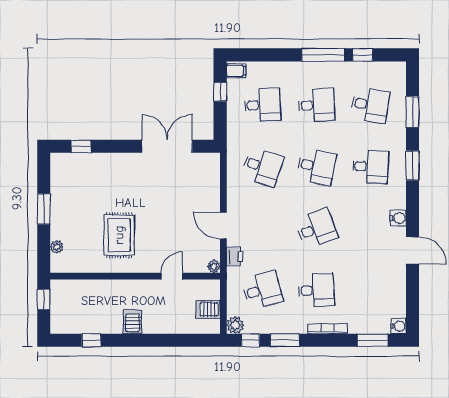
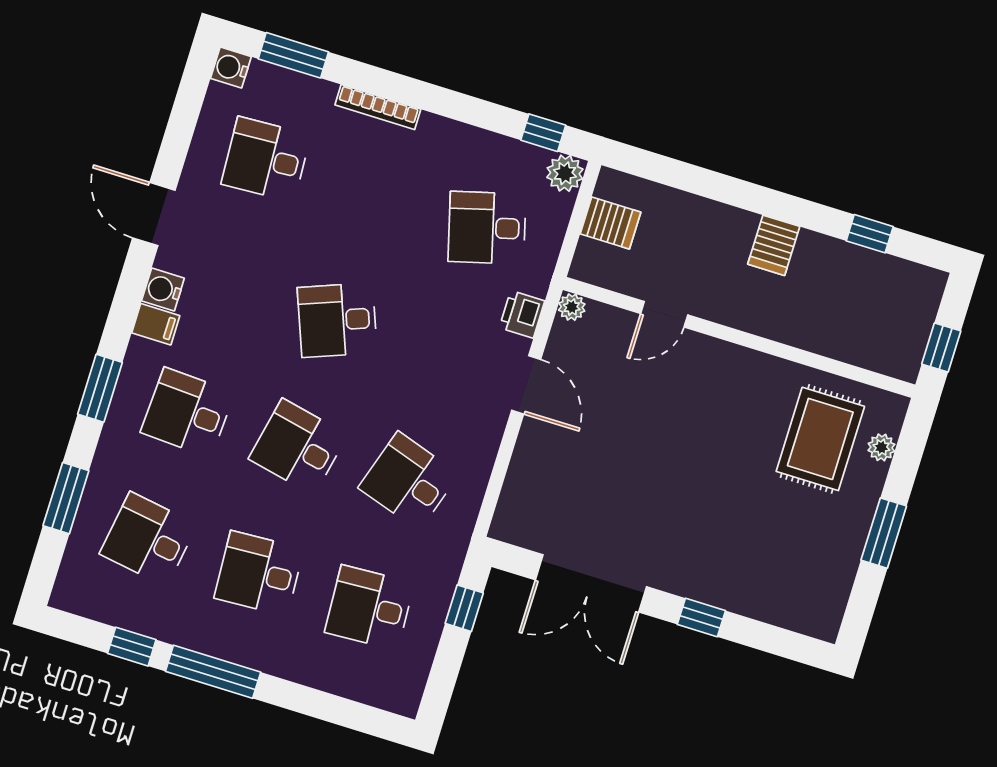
filing cabinet: (236, 71) -> (156, 324), moved, turned 180
window: (220, 92) -> (464, 608), moved
window: (81, 146) -> (701, 618), moved
rug: (119, 235) -> (820, 439), moved
desk: (316, 290) -> (266, 159), moved
window: (285, 340) -> (473, 111), removed

